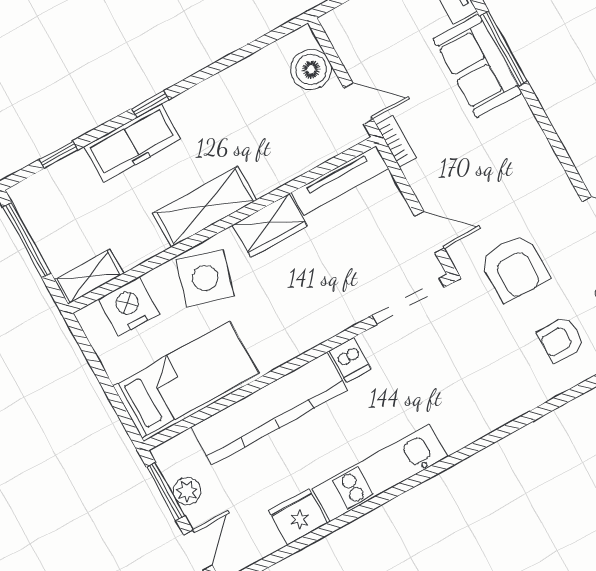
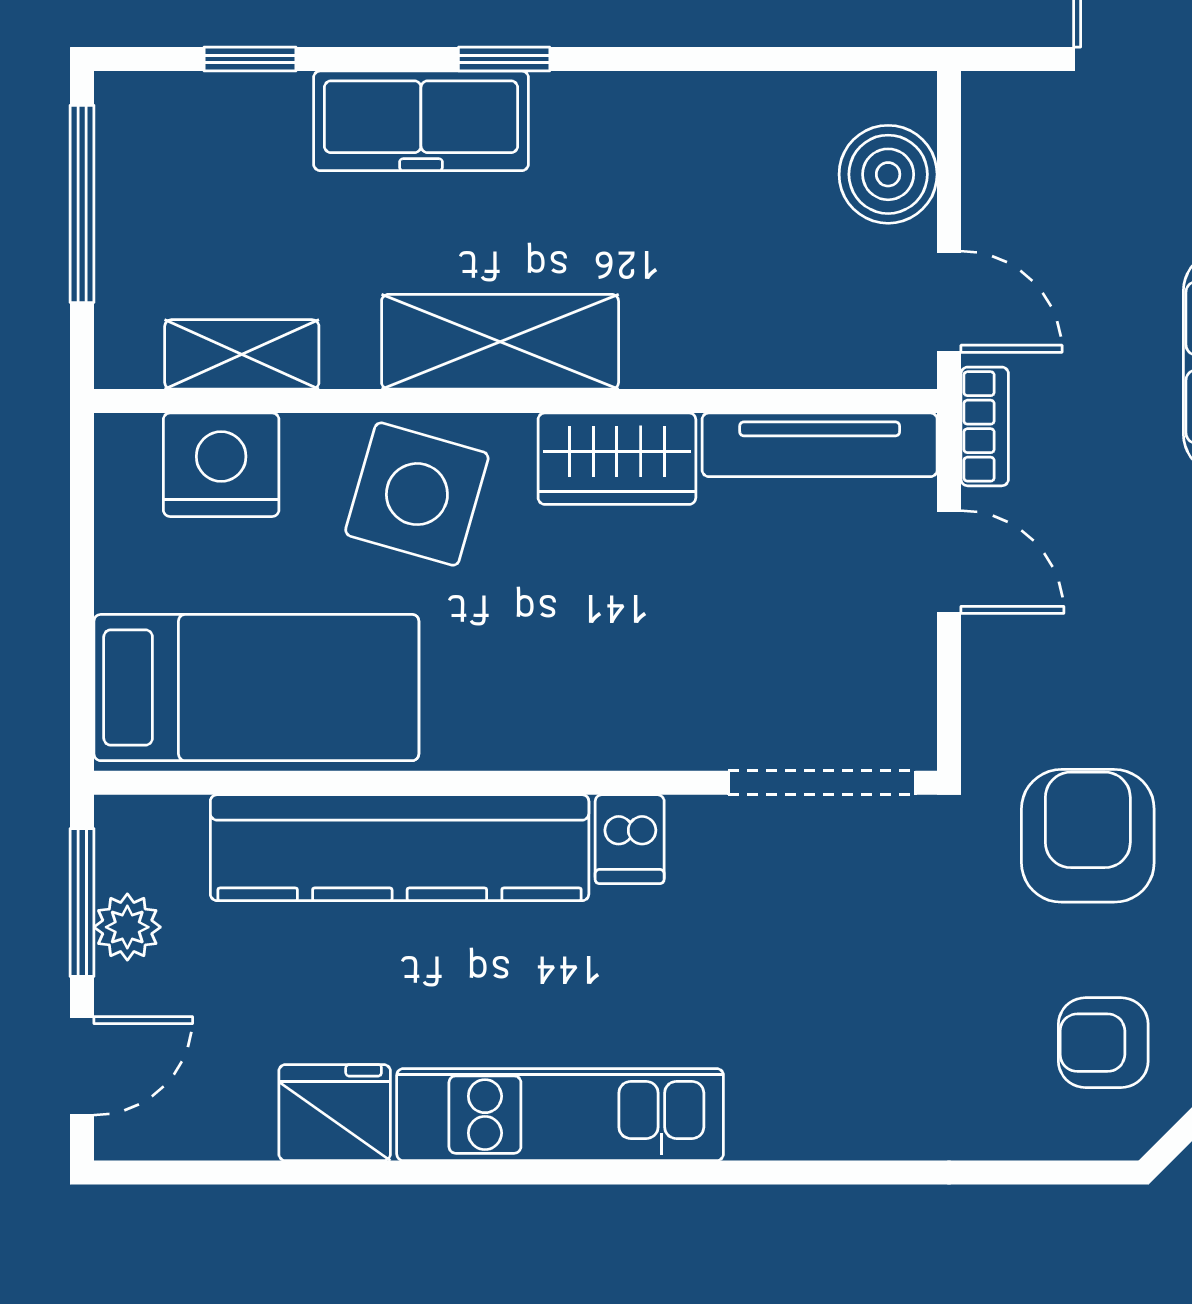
door: (429, 232) -> (949, 562), moved
armchair: (514, 268) -> (1088, 836), turned 180
shelving: (89, 277) -> (242, 354), moved

